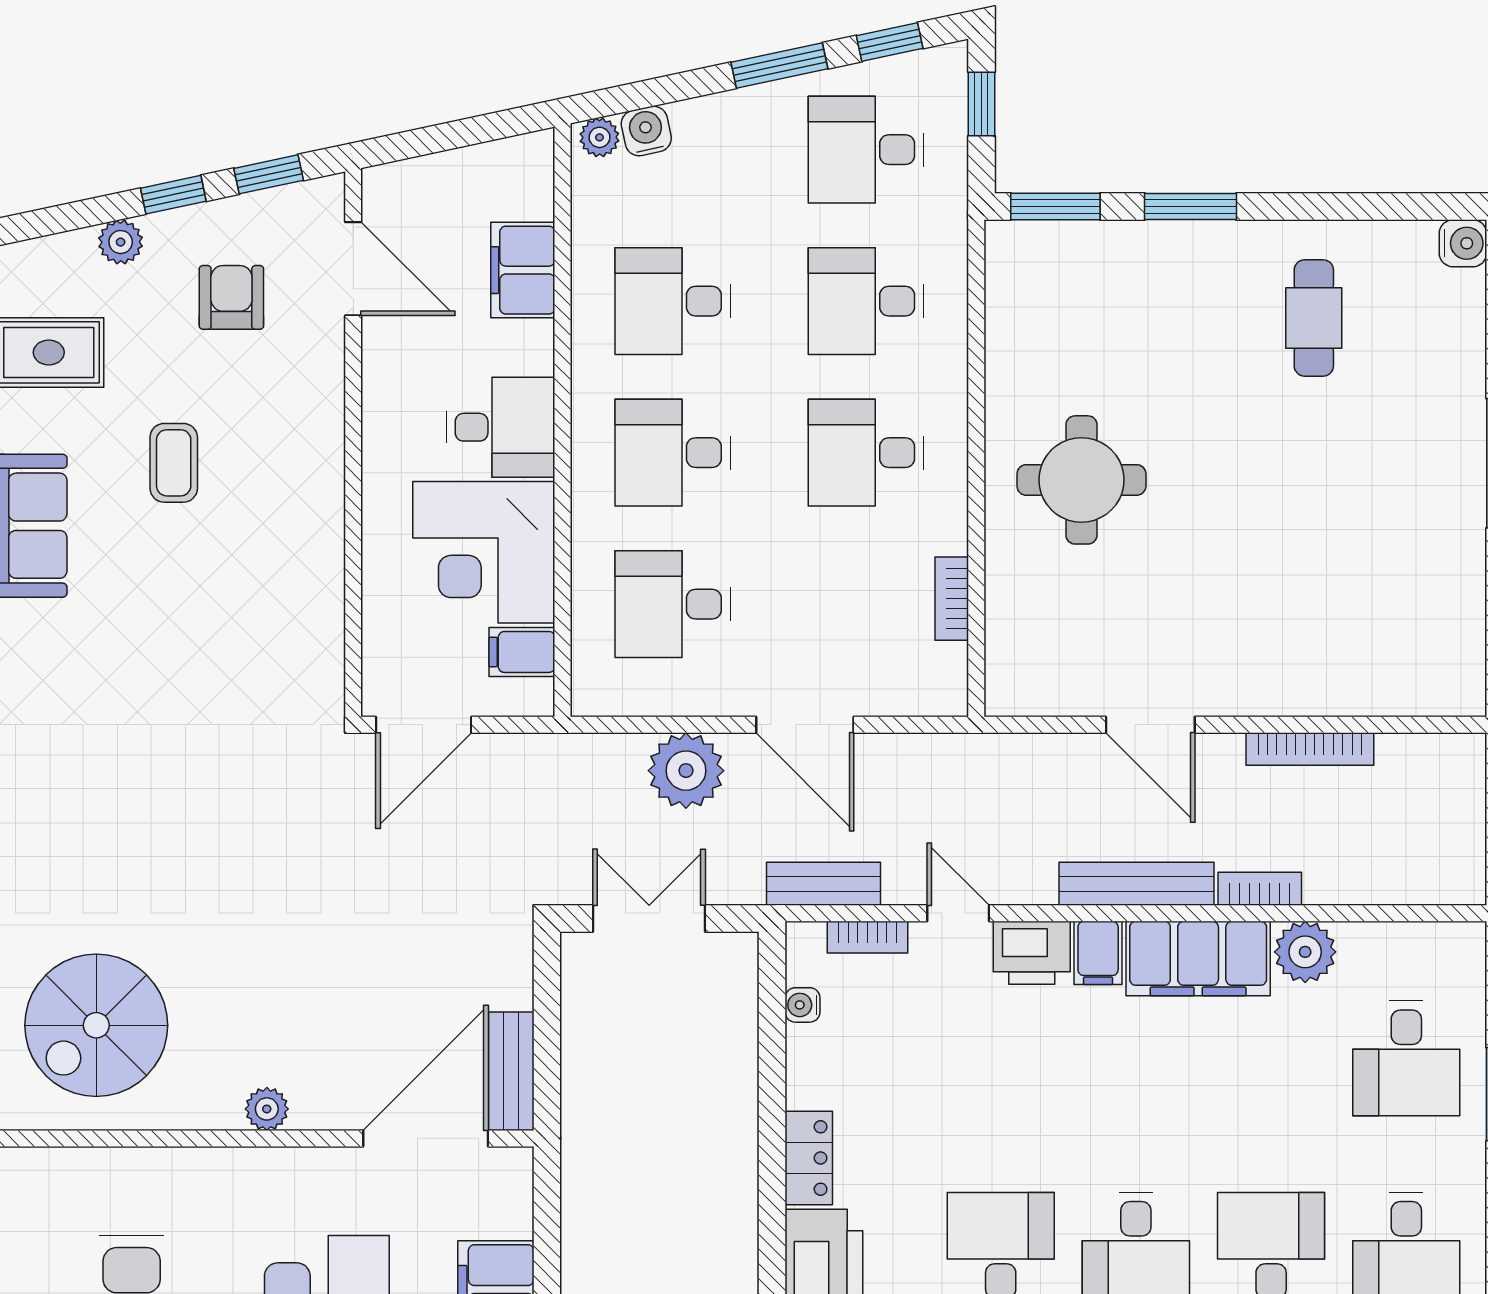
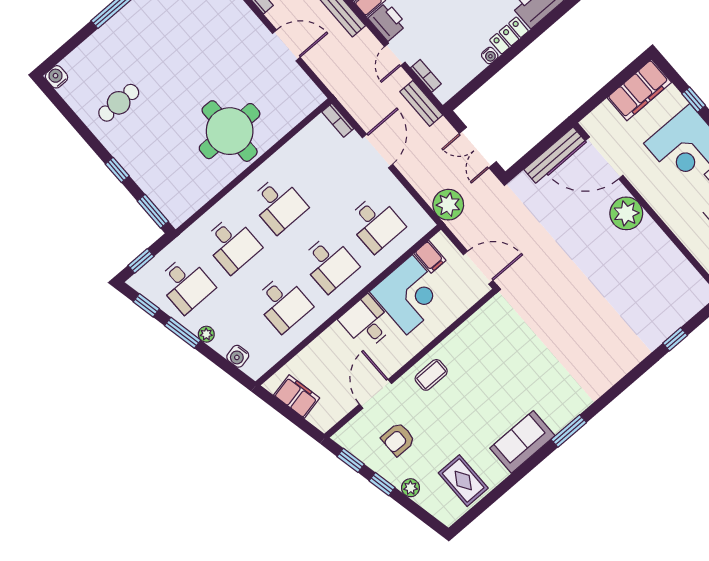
plant: (599, 137) -> (206, 334), moved
window: (1190, 206) -> (117, 170), width x0.67
door: (353, 269) -> (376, 394), moved
filing cabinet: (523, 270) -> (297, 396), moved, turned -102
coffee table: (174, 463) -> (431, 375), moved
round table: (1081, 480) -> (230, 131), width x1.36, depth x1.36
bookcase: (952, 599) -> (338, 120), moved, turned 90
door: (1150, 725) -> (286, 45), hinge flipped
plant: (686, 771) -> (448, 205), moved
water cooler: (802, 1005) -> (490, 55), moved
spiral stairs: (96, 1025) -> (656, 288), removed
bench: (511, 1071) -> (554, 155), width x1.36
plant: (267, 1109) -> (626, 213), width x1.87, depth x1.87

